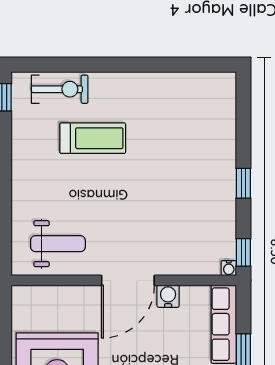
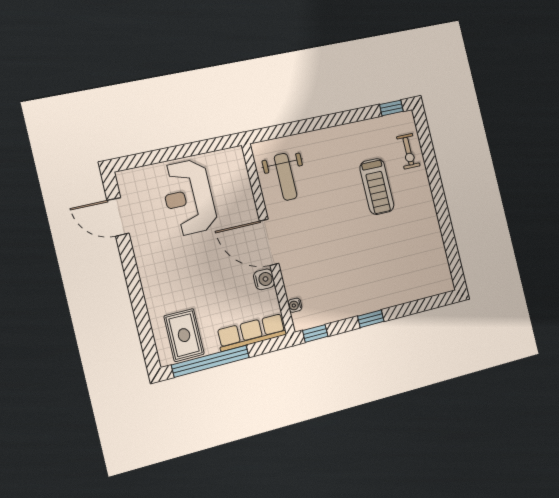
exercise bike: (60, 89) -> (408, 151), width x0.73, depth x0.72
water cooler: (229, 268) -> (295, 305), moved

